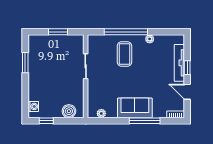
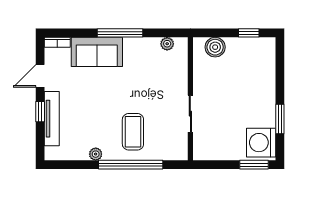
window: (58, 32) -> (254, 165), moved
door: (187, 92) -> (40, 76), swing flipped
washing machine: (33, 106) -> (261, 143), moved, width x1.89, depth x1.89
sofa: (135, 108) -> (97, 52), moved
window: (145, 121) -> (120, 33), moved

